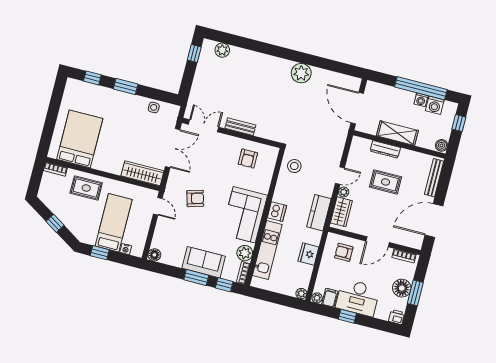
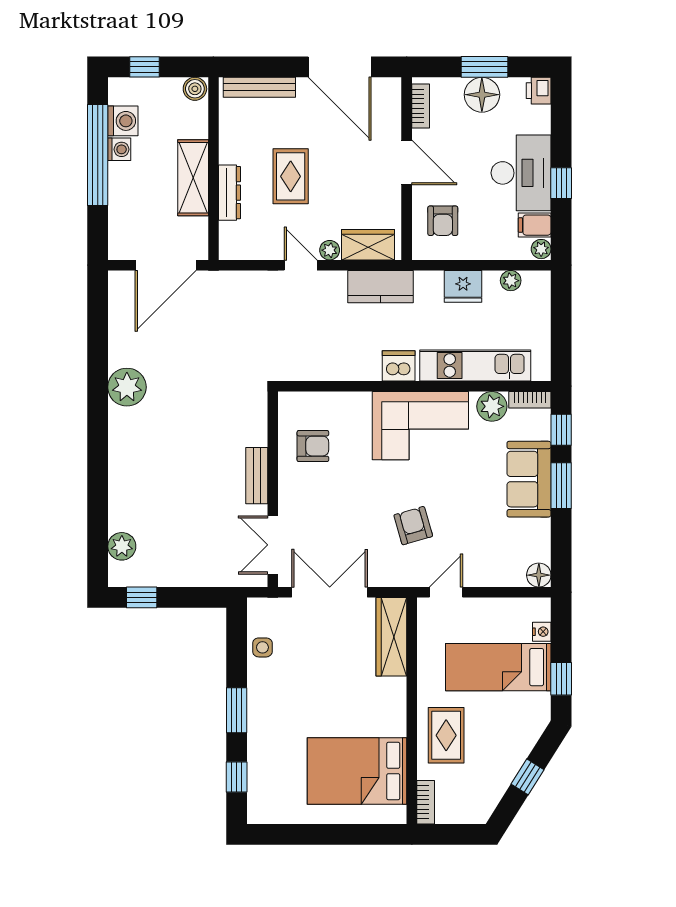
stool: (294, 166) -> (305, 355), removed
plant: (301, 294) -> (511, 281), moved

